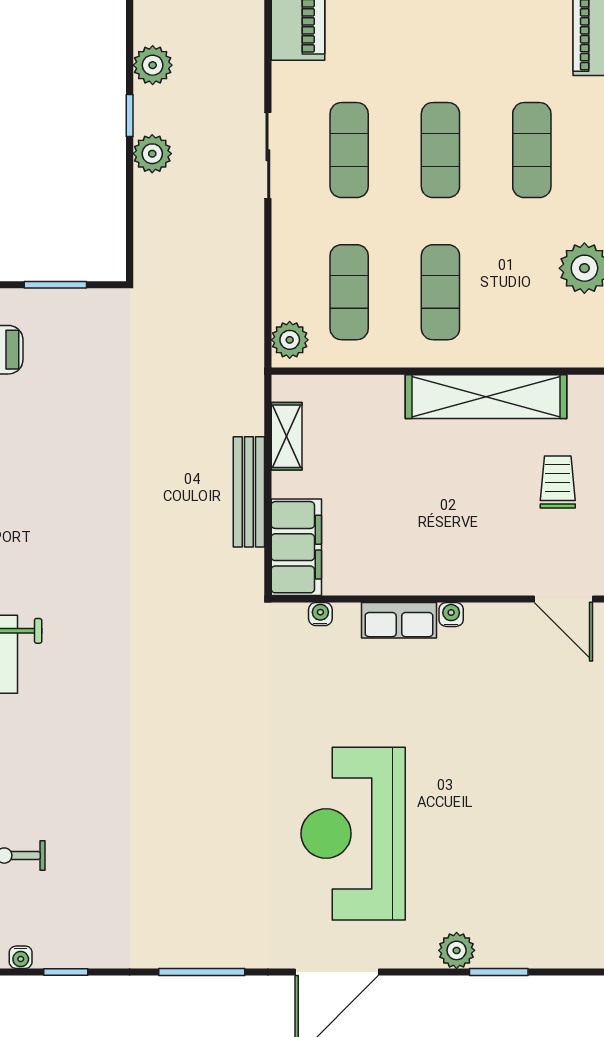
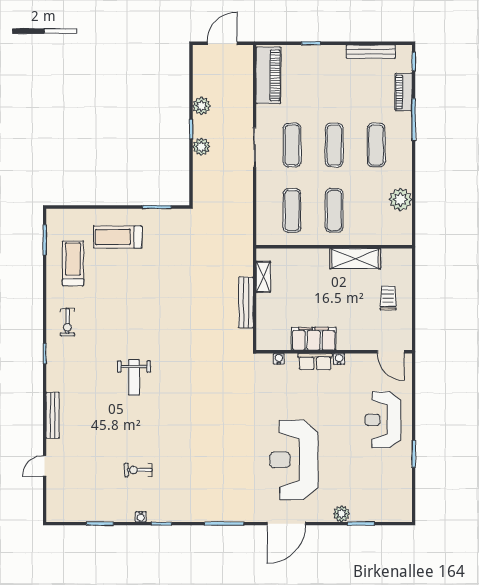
plant: (290, 340) -> (265, 232), removed
shelving: (486, 397) -> (355, 259), width x0.68
filing cabinet: (296, 547) -> (314, 339), moved, turned -90
reception desk: (546, 747) -> (383, 420), added

